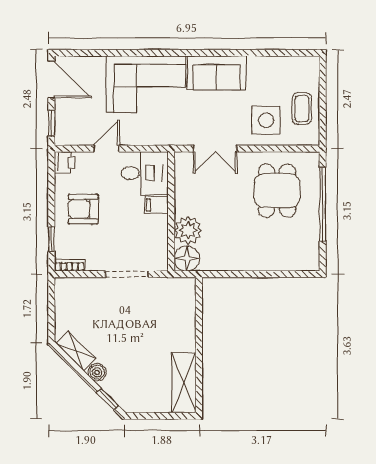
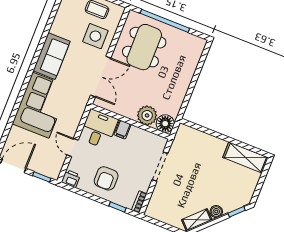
double door: (215, 149) -> (101, 77), width x1.37
dining table: (277, 191) -> (144, 47), width x1.37

